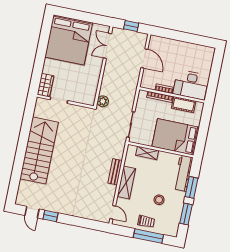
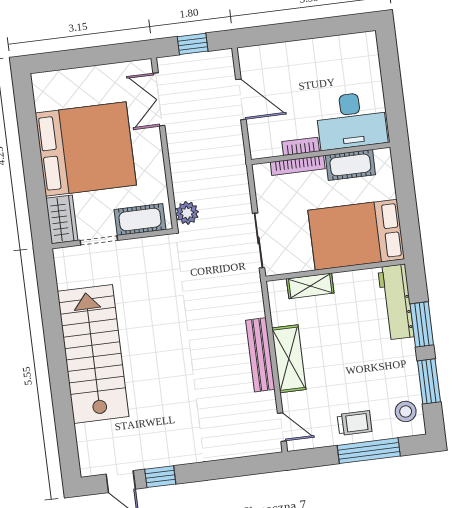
bed: (69, 40) -> (86, 149), moved, turned -90
cot: (81, 97) -> (140, 220), added
bench: (115, 172) -> (260, 355), width x1.36
stool: (159, 200) -> (406, 411), moved

